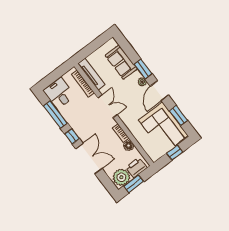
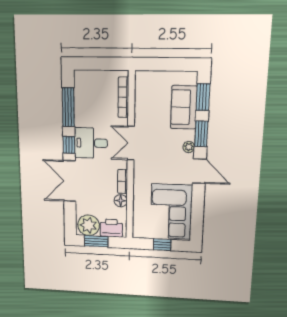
tv unit: (92, 74) -> (141, 95), removed
door: (159, 91) -> (199, 171), swing flipped
desk: (59, 93) -> (91, 143), moved, turned -90
double door: (108, 106) -> (131, 143), swing flipped
window: (178, 116) -> (203, 97), moved
double door: (89, 159) -> (69, 181), swing flipped

